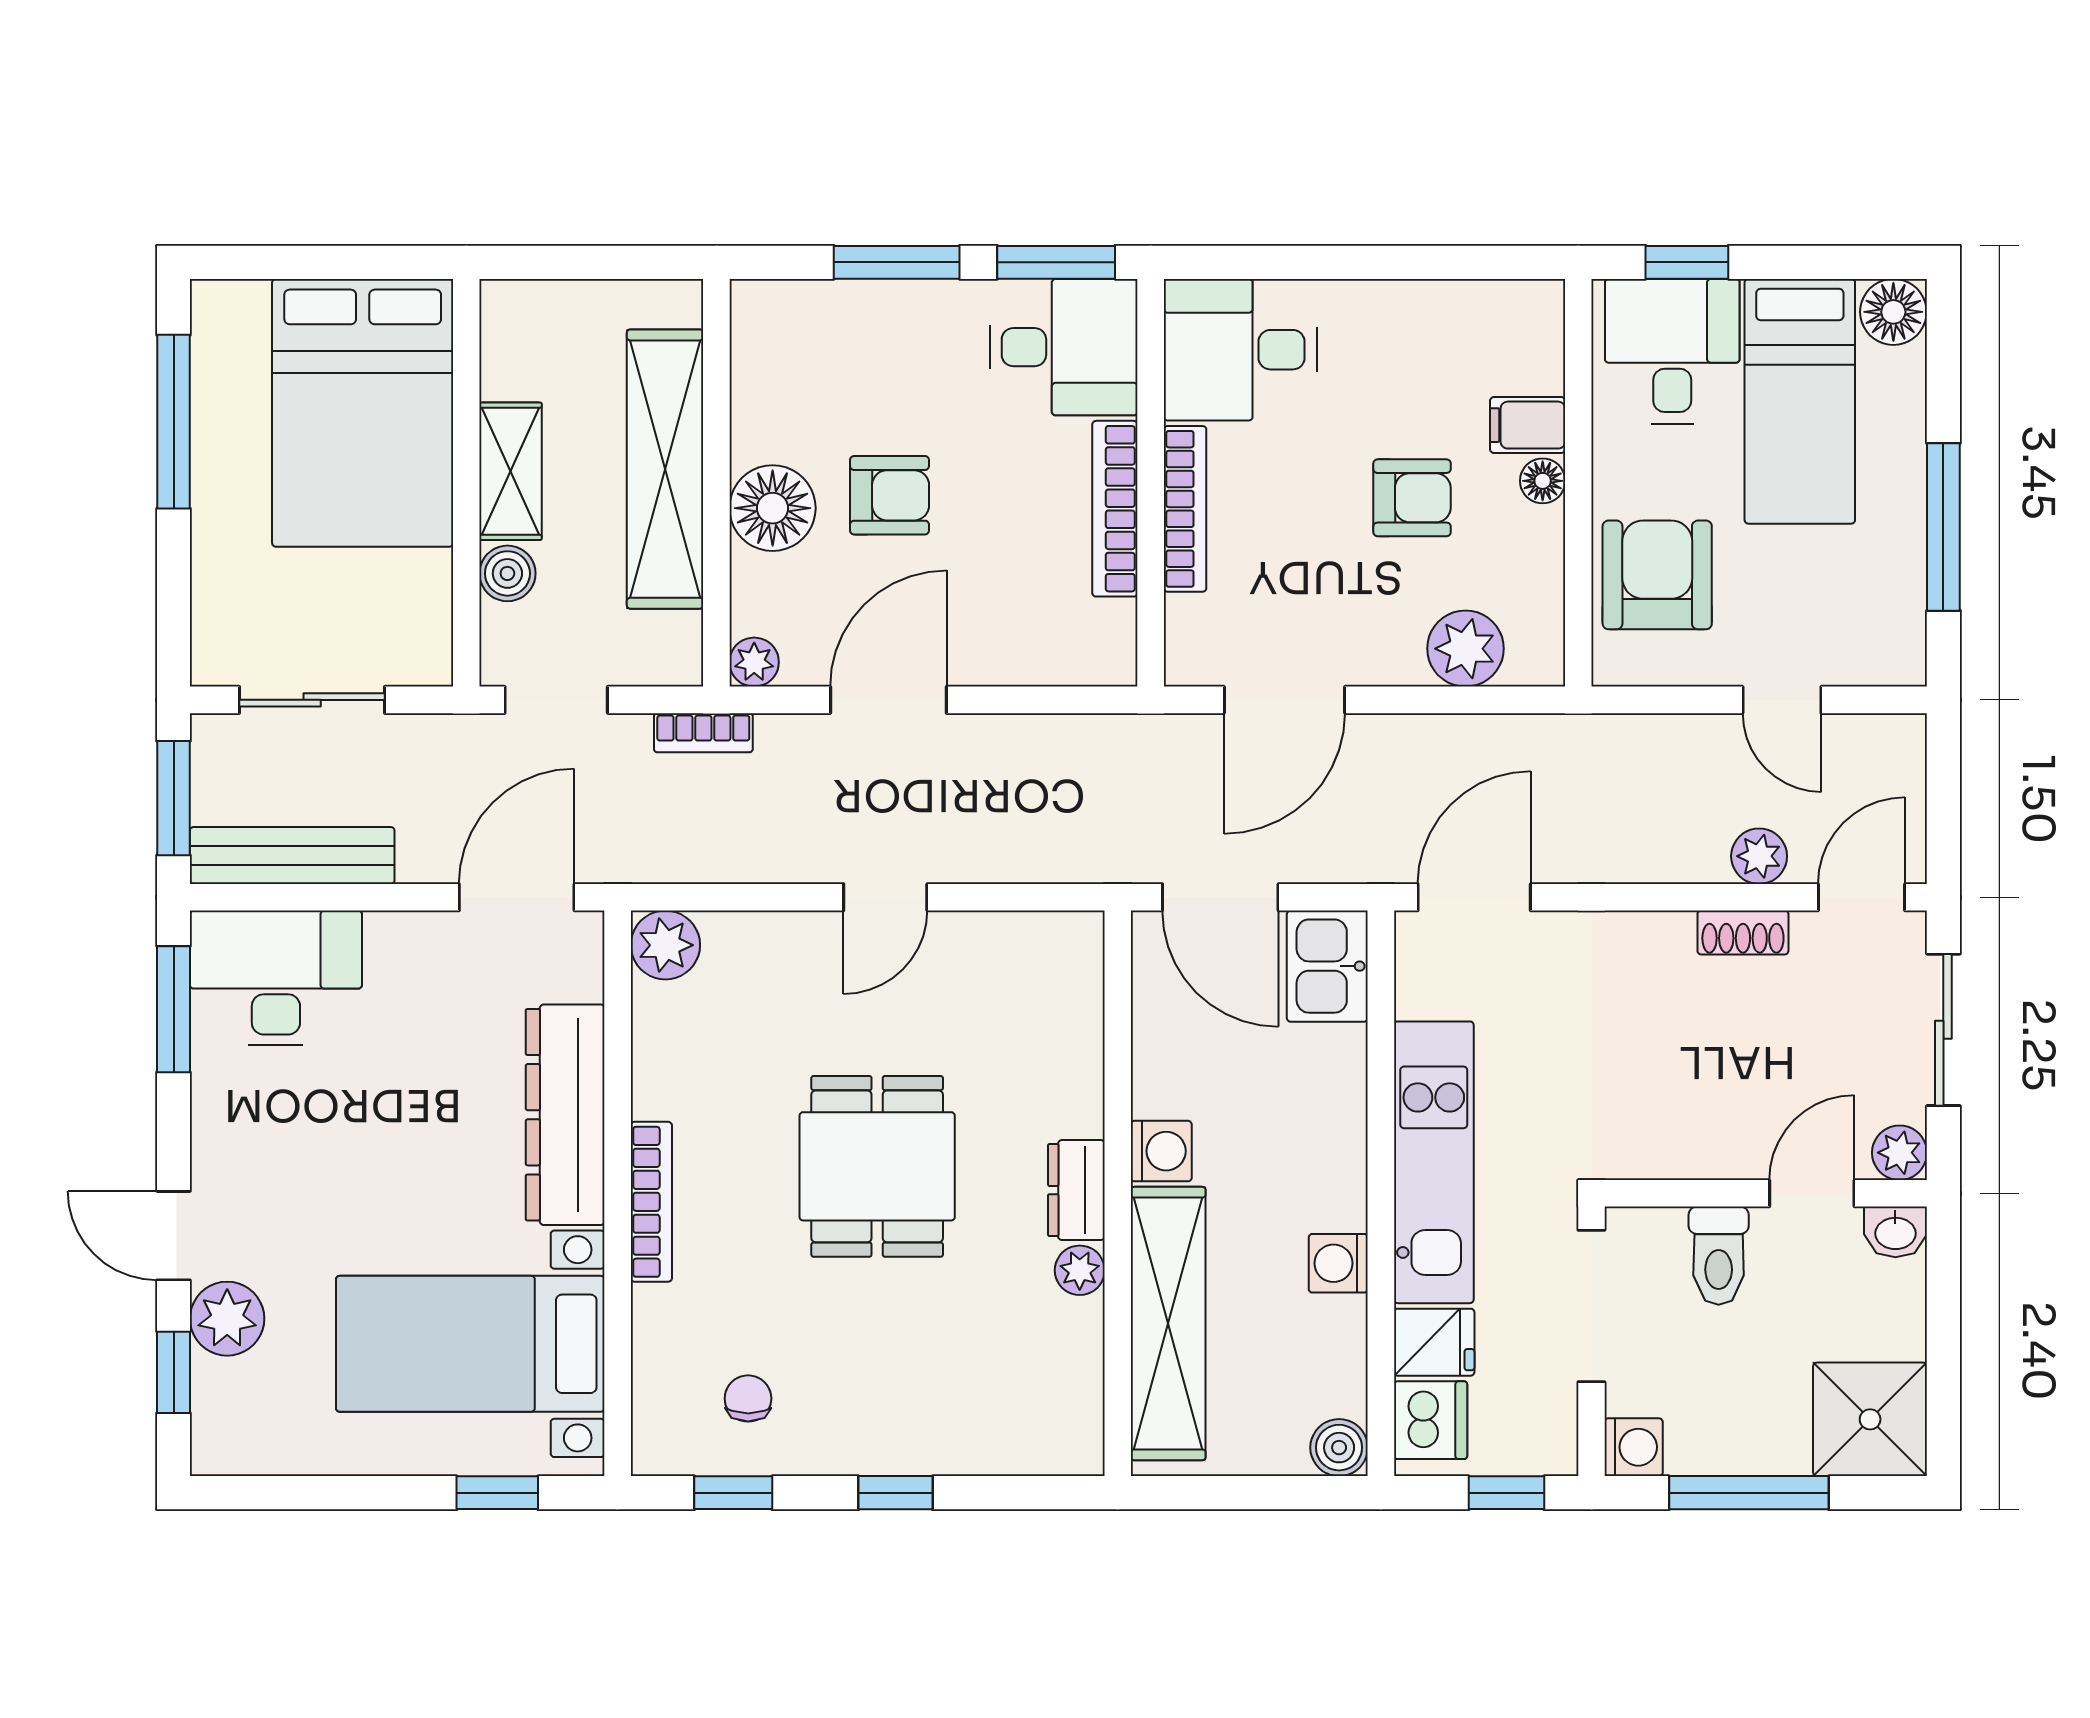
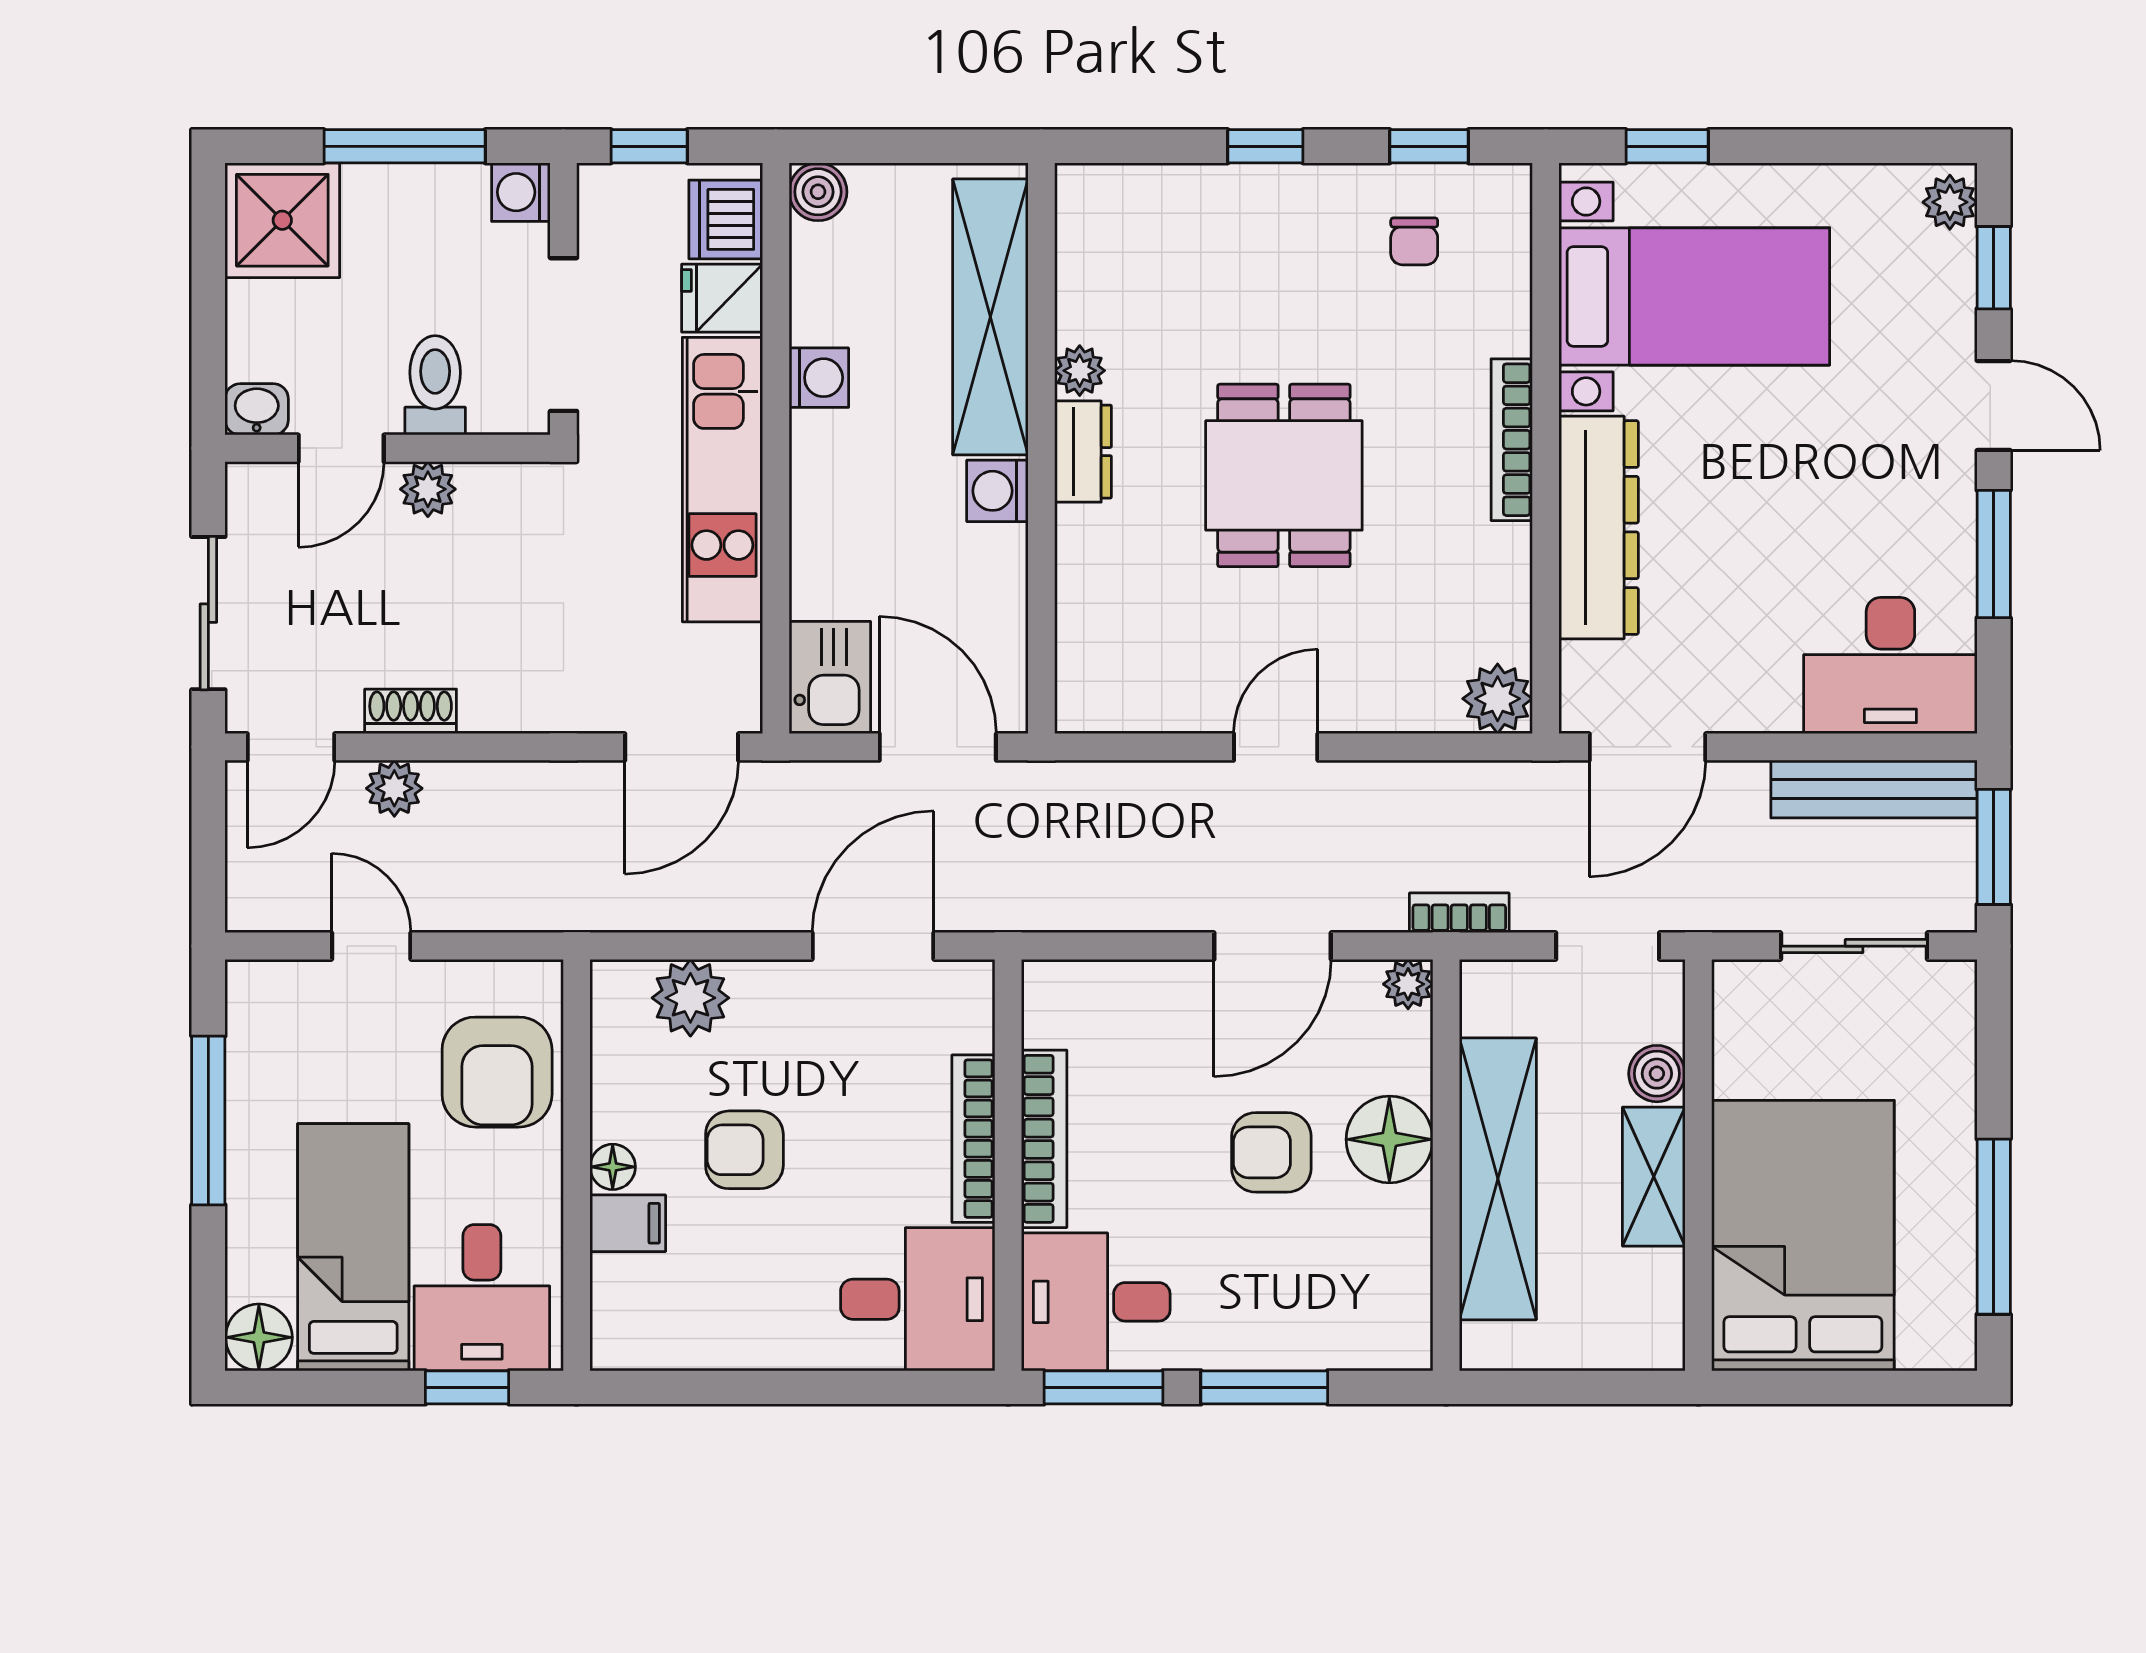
window: (174, 1009) -> (1994, 554), moved
plant: (1900, 1153) -> (428, 489), moved
plant: (227, 1319) -> (1950, 202), moved, width x0.73, depth x0.73

